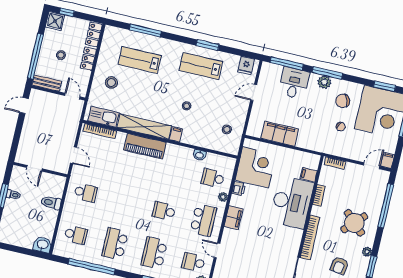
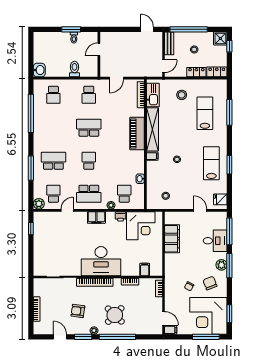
desk: (292, 202) -> (101, 261), moved
window: (386, 206) -> (117, 337), moved
school desk: (115, 244) -> (89, 128), moved

